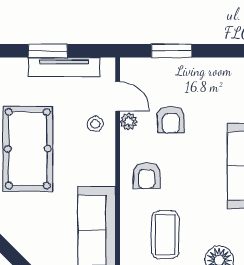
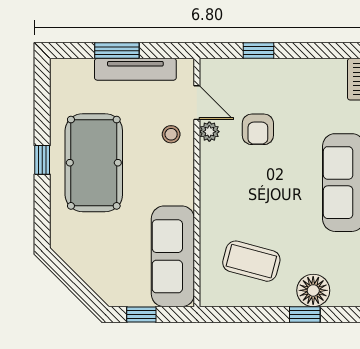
window: (172, 51) -> (259, 51), width x0.67
armchair: (147, 175) -> (230, 193), removed
coffee table: (165, 235) -> (251, 261), turned -75

